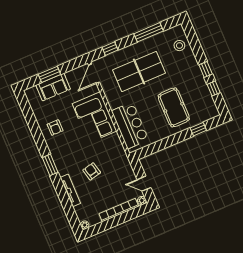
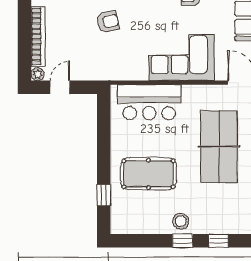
stool: (179, 46) -> (181, 221), moved
window: (214, 88) -> (219, 241), moved

